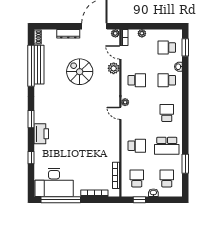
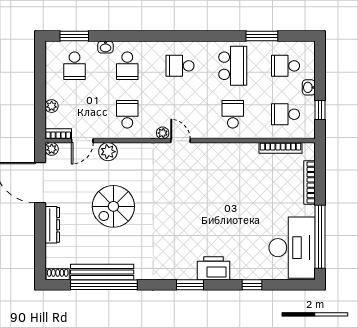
door: (120, 113) -> (180, 141), swing flipped

